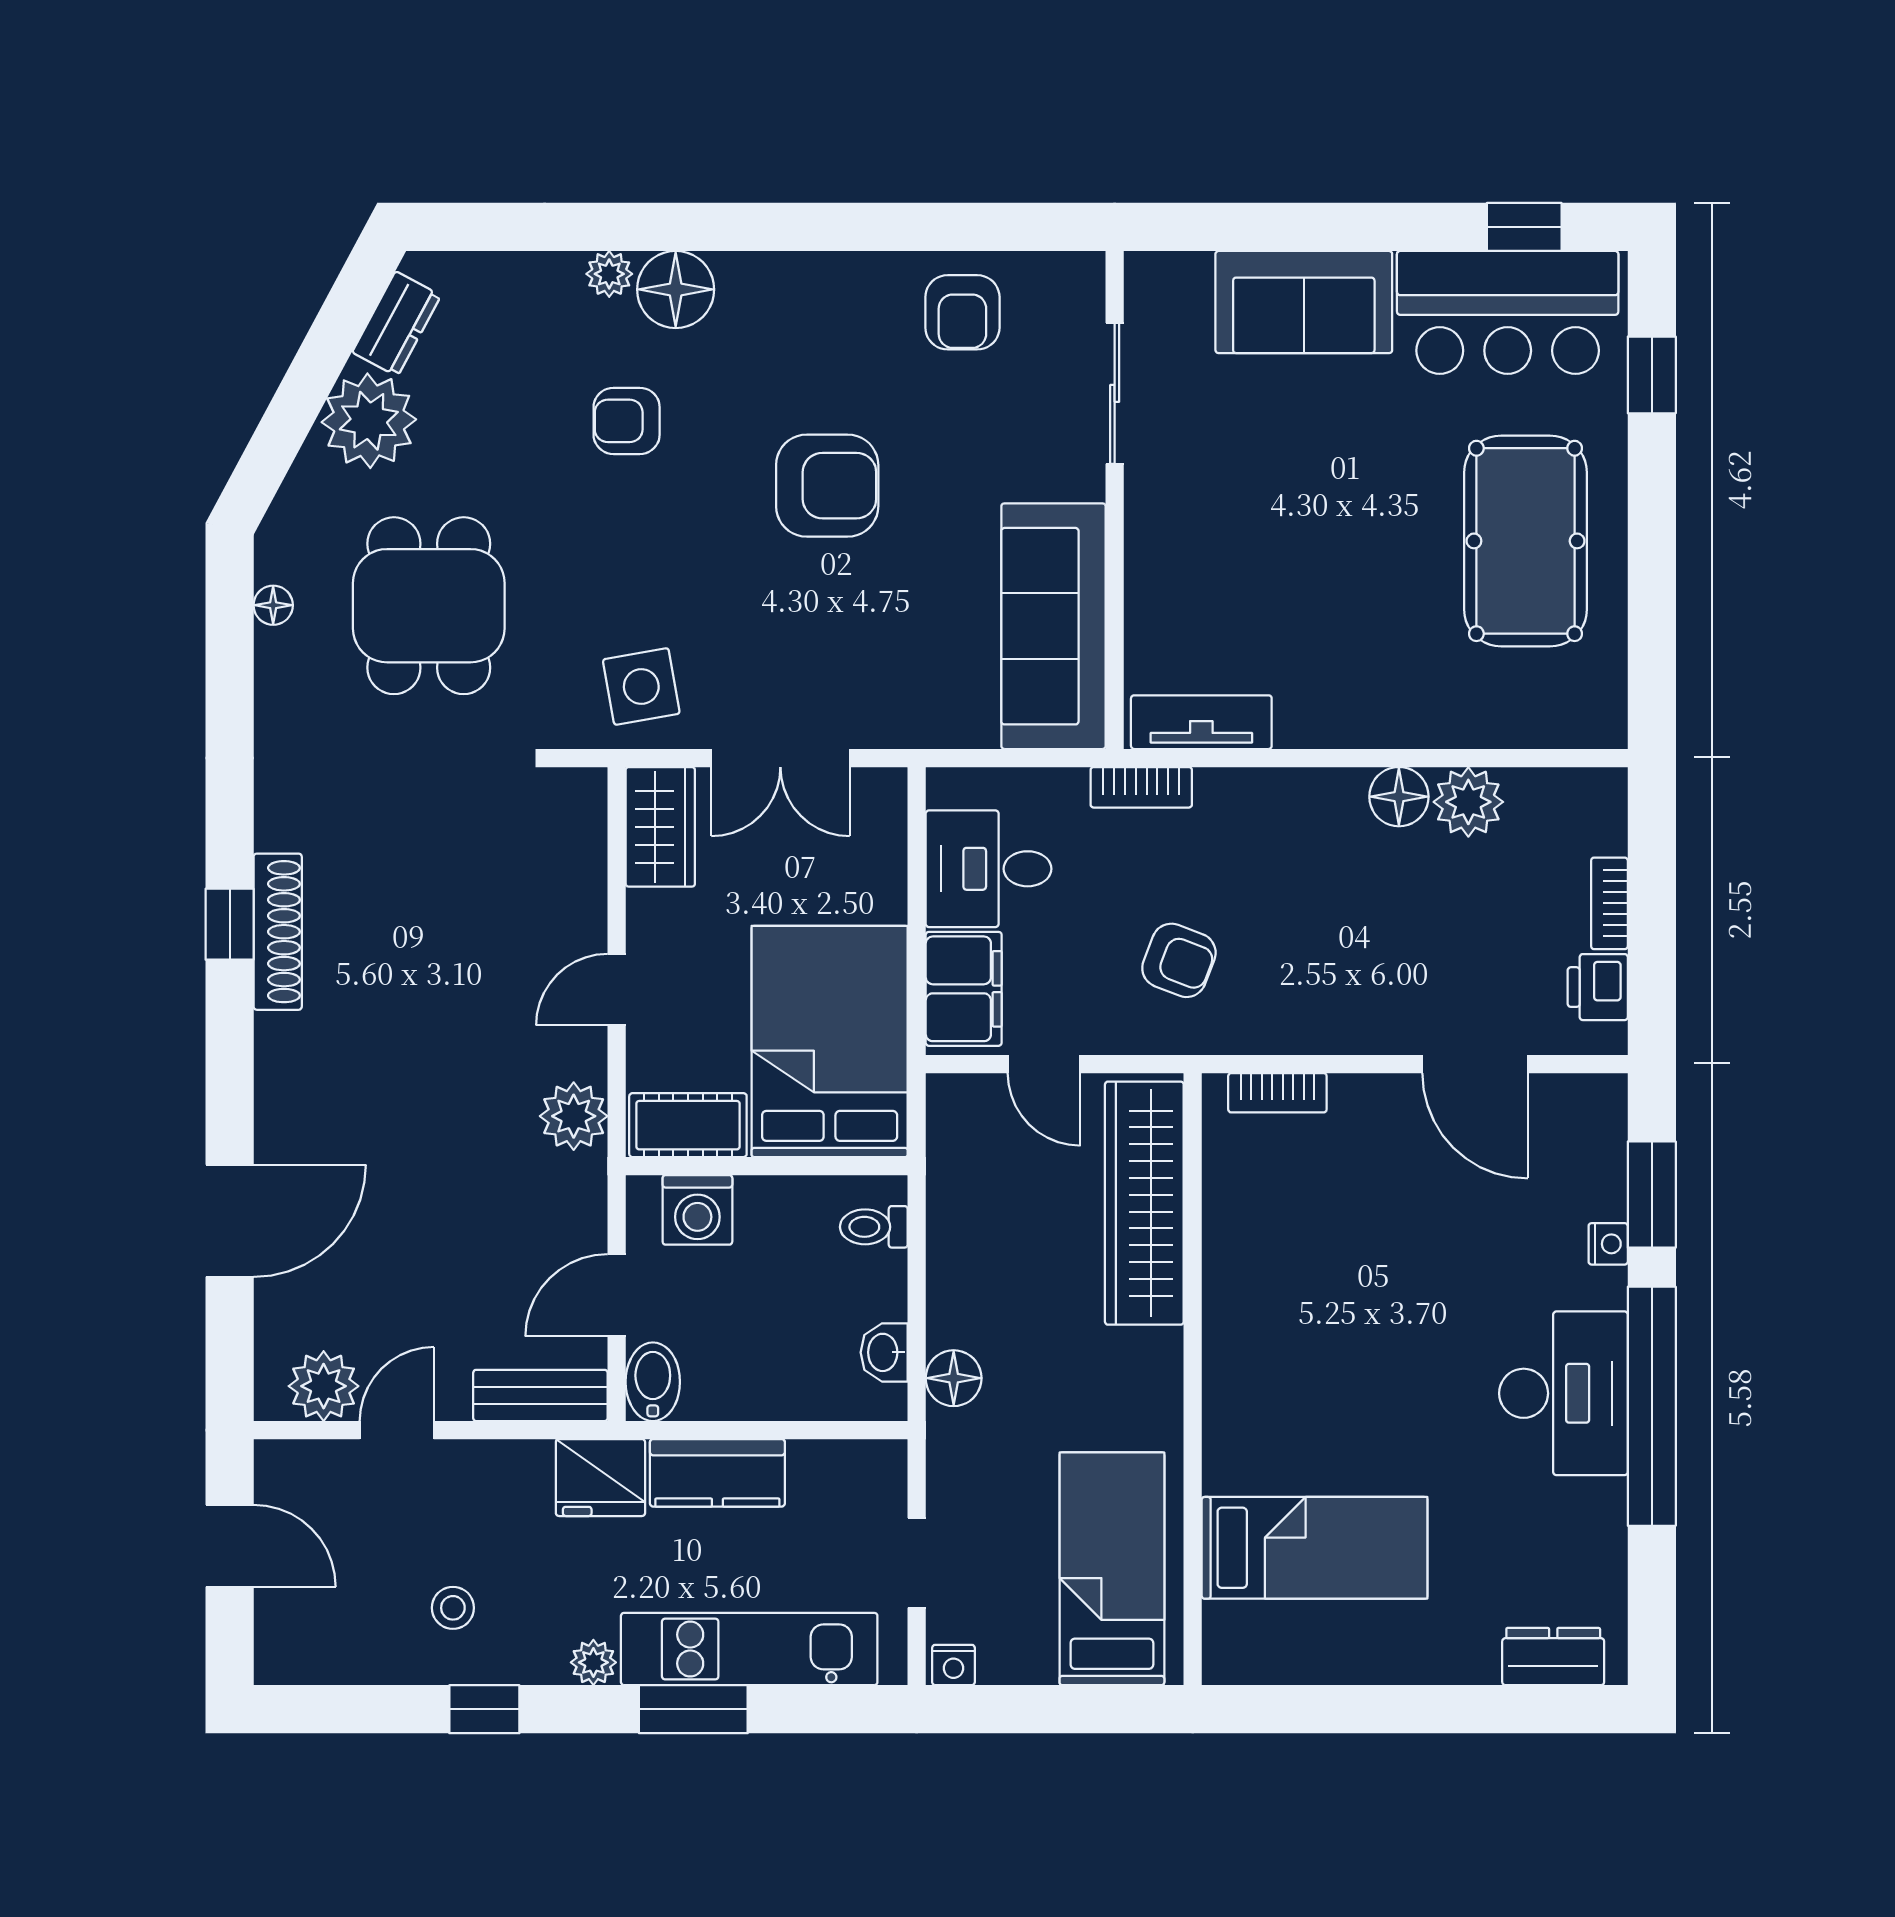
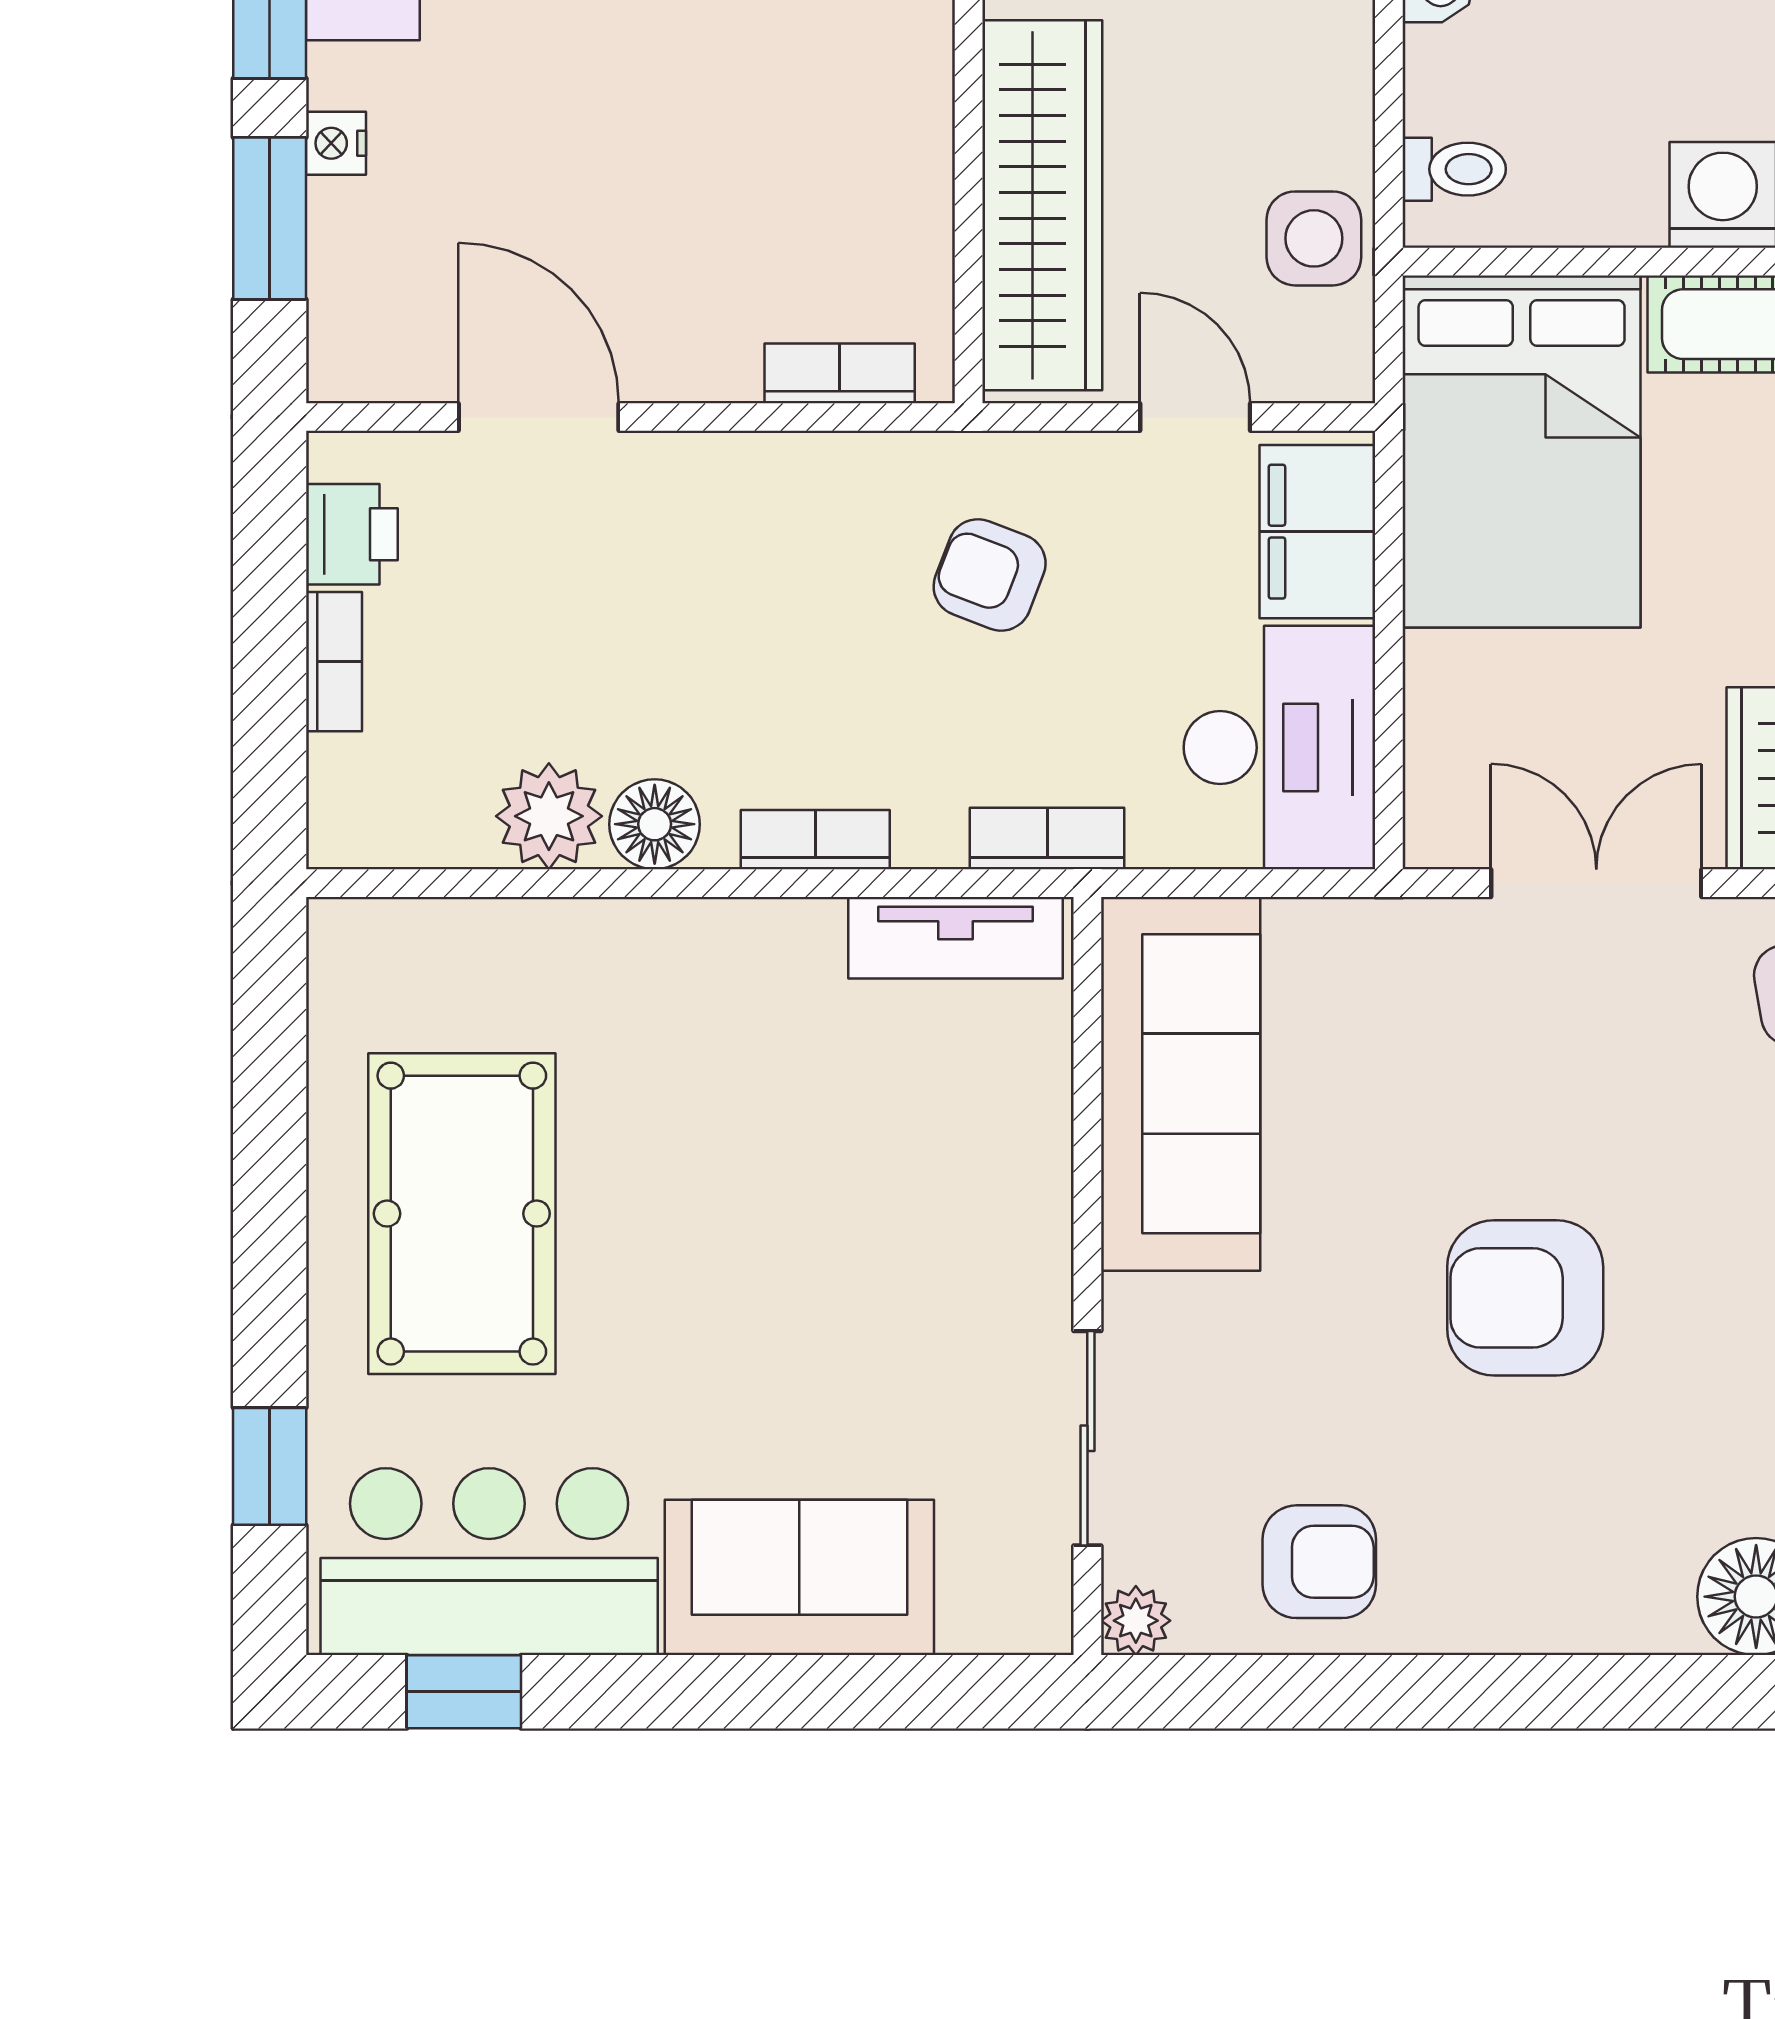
plant: (1083, 274) -> (1136, 1621), added
armchair: (962, 312) -> (1319, 1562), turned 90
bookcase: (1293, 787) -> (815, 840), added
desk: (989, 869) -> (1280, 748), width x1.37
side table: (966, 1181) -> (1314, 238), added

